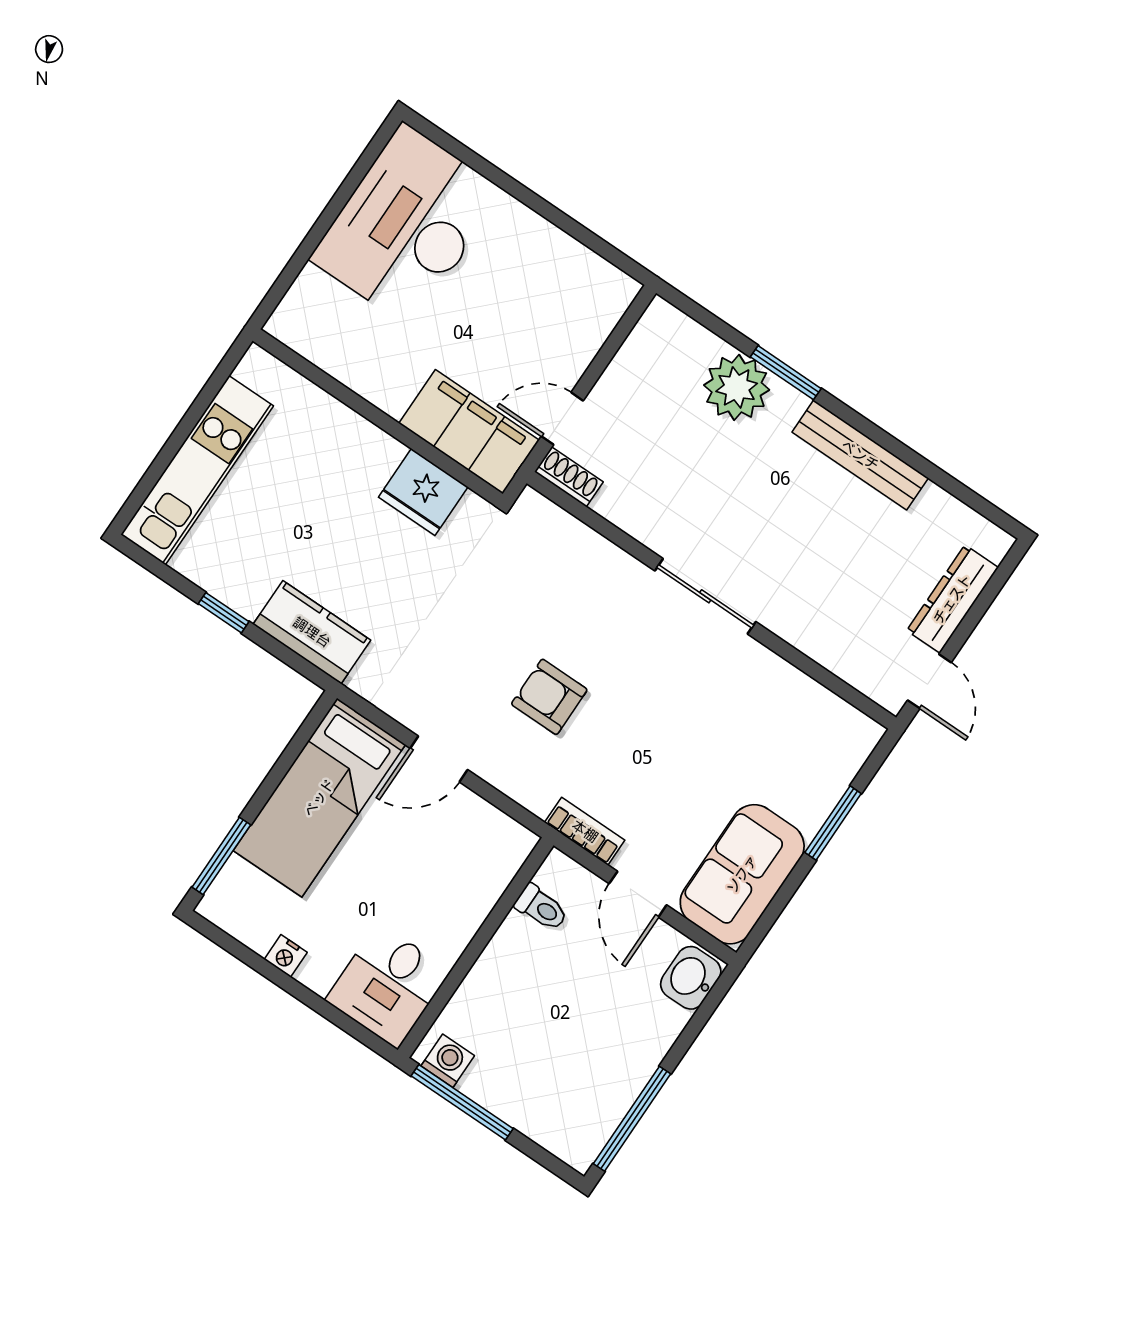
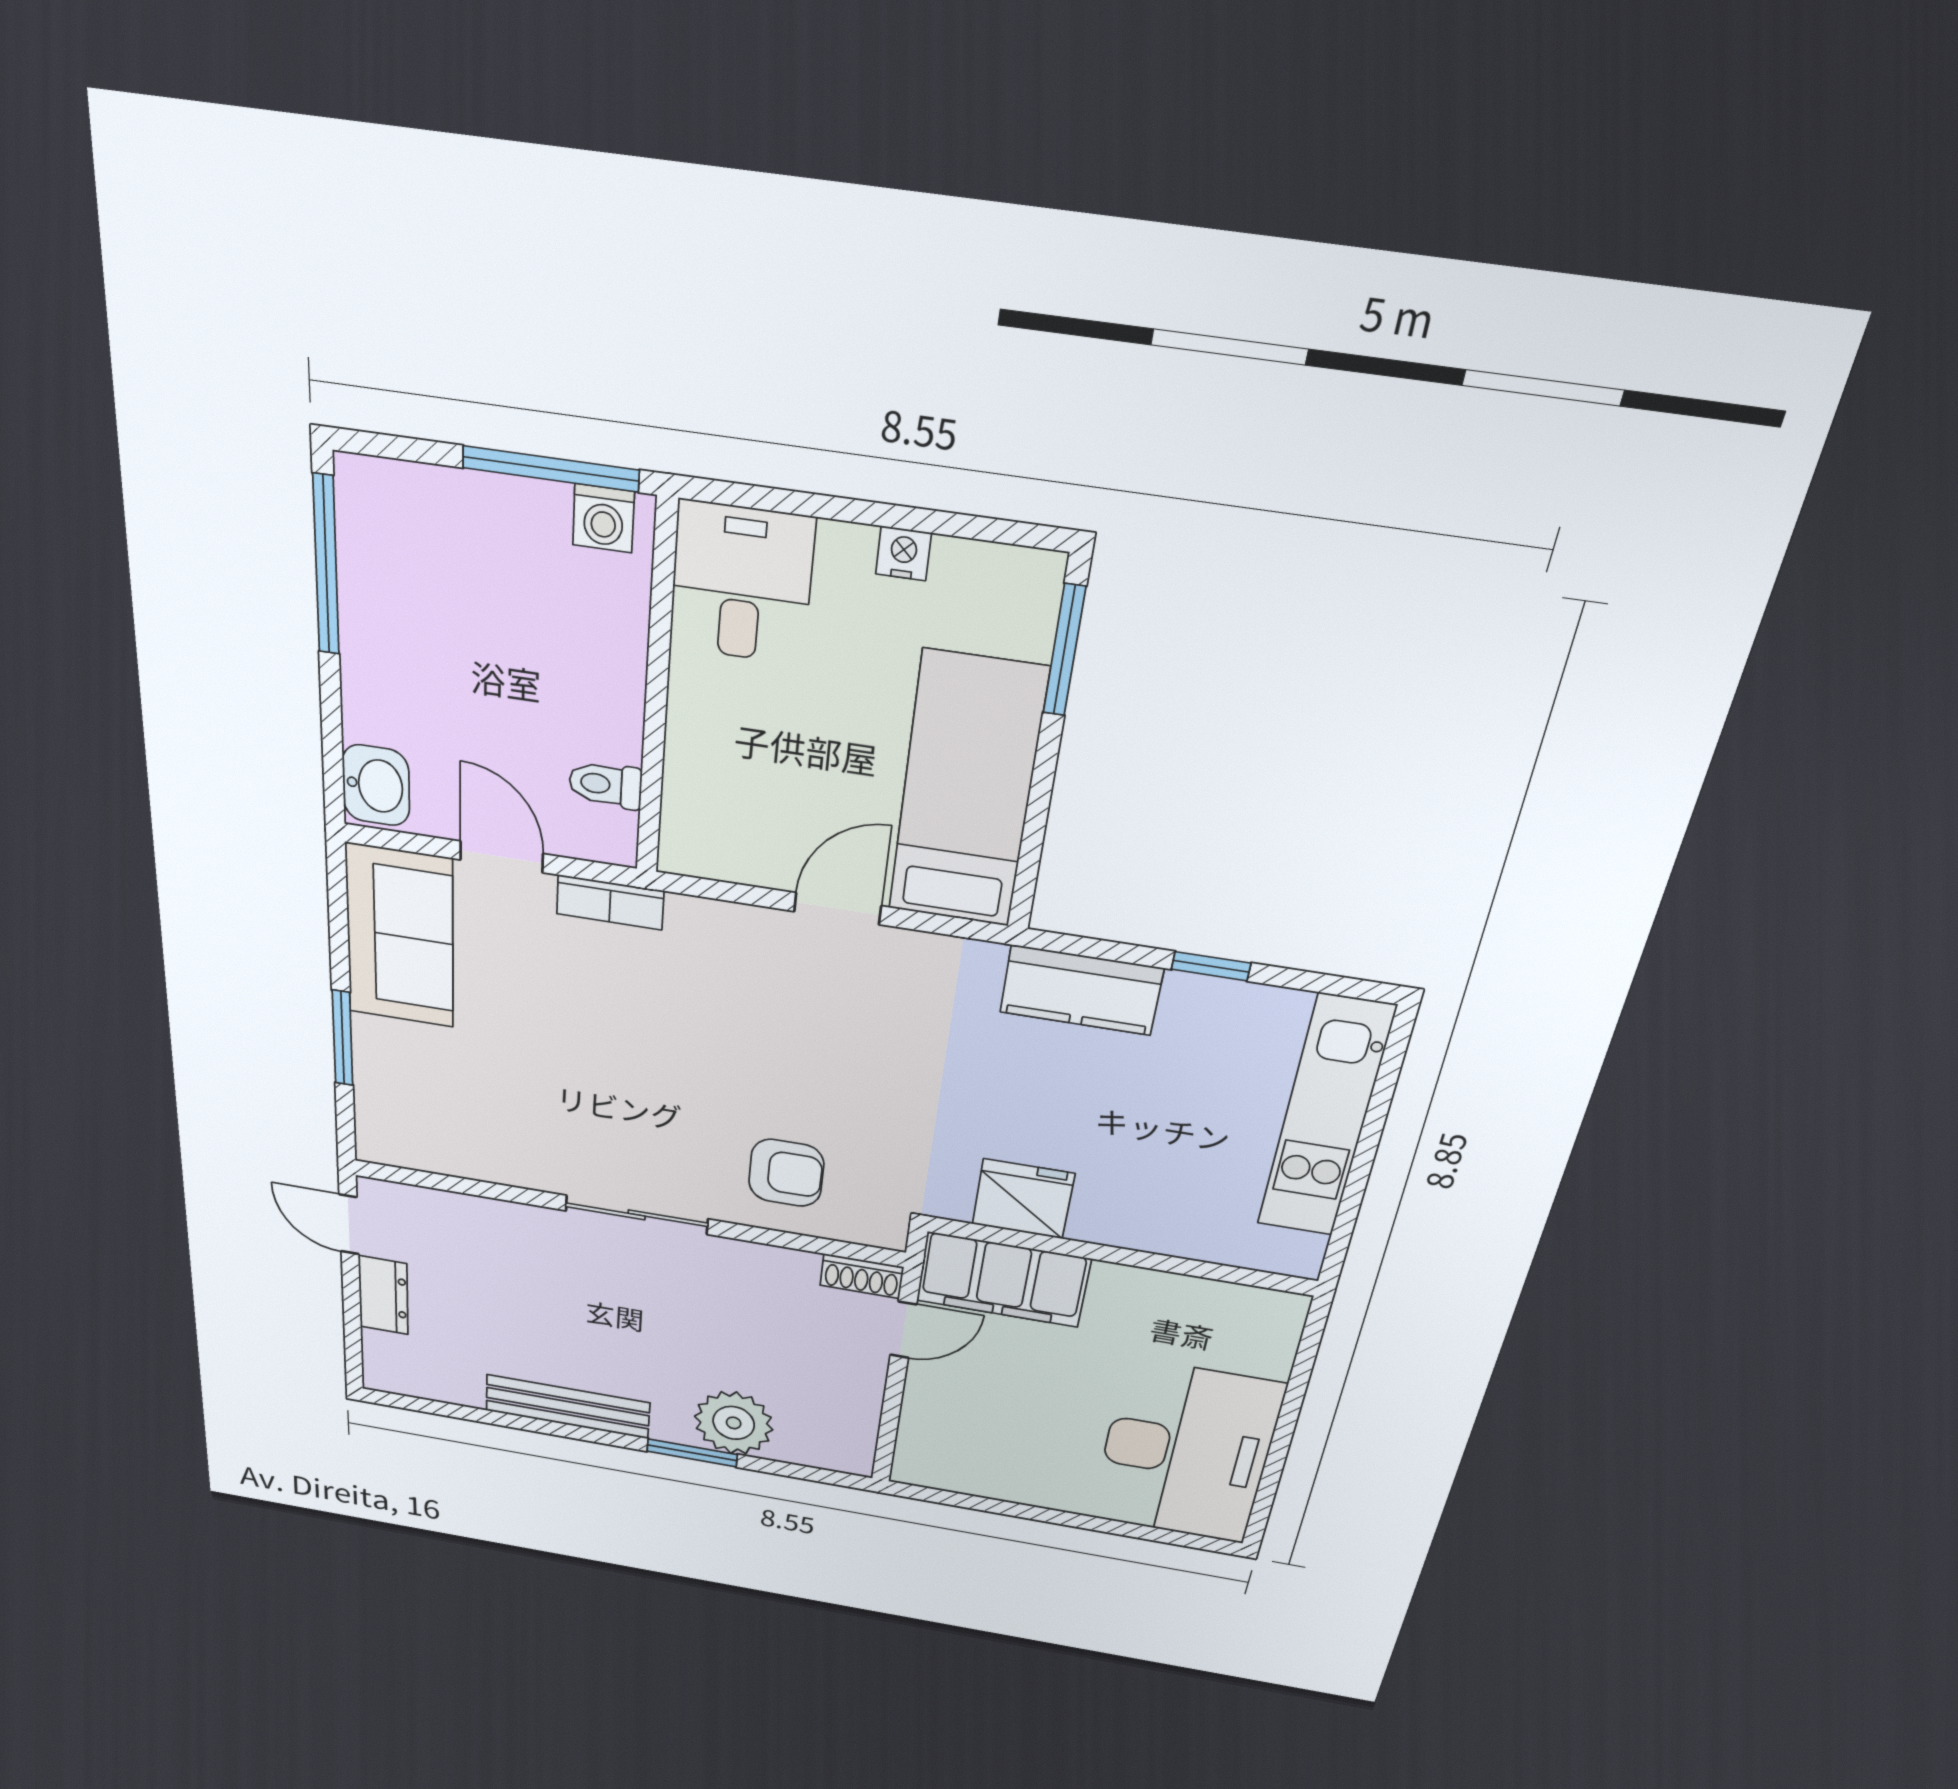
dresser: (952, 599) -> (383, 1295), width x0.70
armchair: (549, 697) -> (786, 1173), moved

